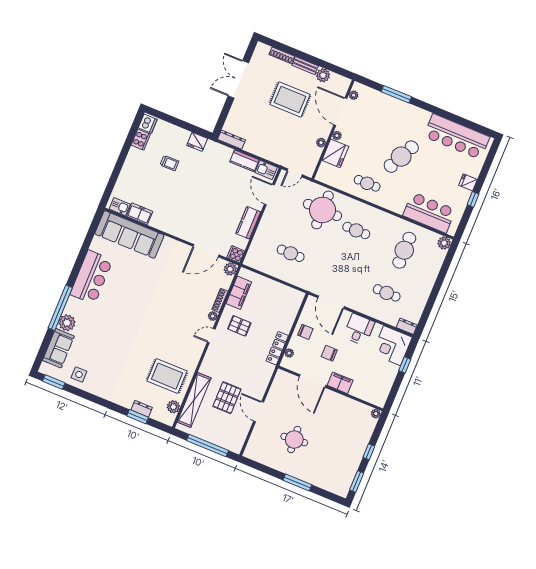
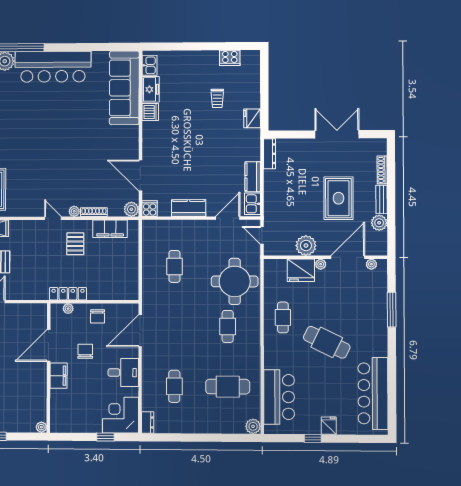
dishwasher: (148, 124) -> (150, 112), moved, turned -90
plant: (321, 143) -> (306, 246), width x1.88, depth x1.88
bar counter: (91, 277) -> (53, 67), width x1.36

